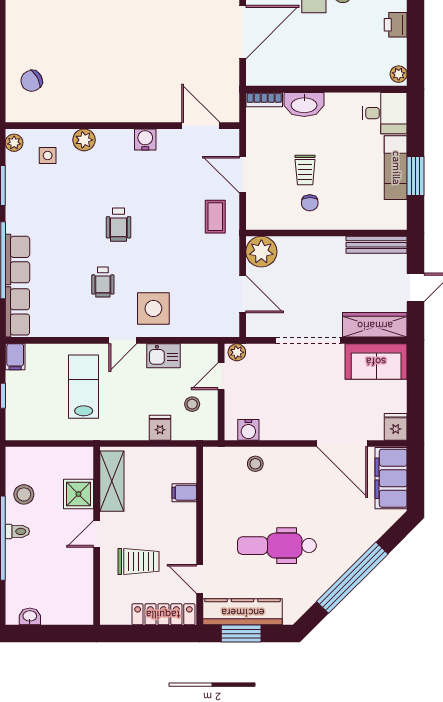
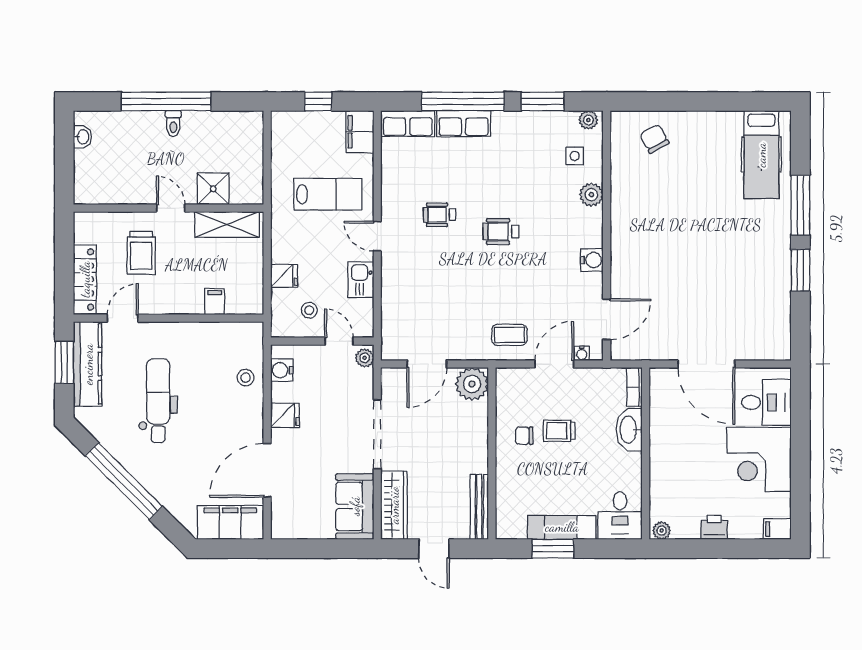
water cooler: (233, 149) -> (582, 353), added
side table: (153, 309) -> (411, 269), removed
filing cabinet: (15, 357) -> (360, 132), width x2.00
fridge: (396, 427) -> (285, 415), moved
stool: (24, 494) -> (213, 130), removed

